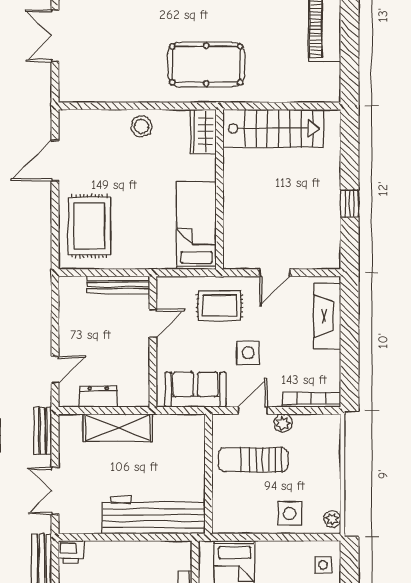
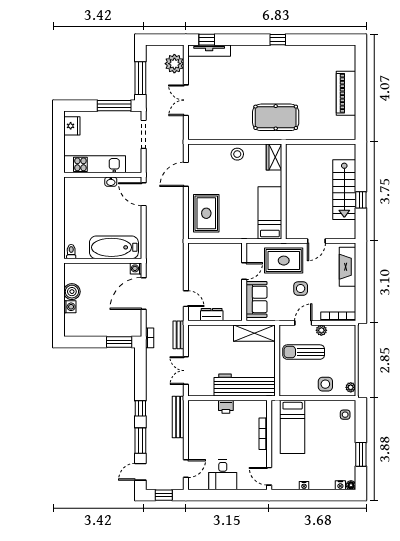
stairs: (273, 128) -> (344, 190), moved, turned 90
bench: (118, 285) -> (223, 248), removed
rug: (220, 306) -> (284, 261), width x1.36, depth x1.43
door: (55, 370) -> (186, 299), hinge flipped
sofa: (196, 390) -> (256, 299), moved, turned 90
shelving: (118, 428) -> (254, 333), moved
printer: (71, 552) -> (226, 407), moved

